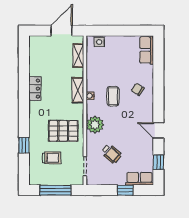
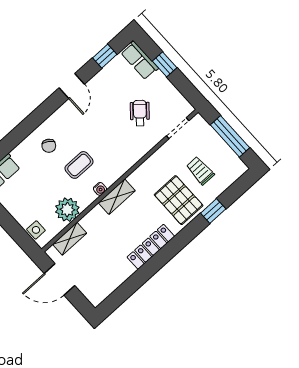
locker: (35, 89) -> (151, 247), width x1.53
shelving: (78, 90) -> (117, 197), moved
plant: (95, 125) -> (67, 210), moved
pallet: (63, 131) -> (179, 200), moved

